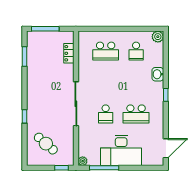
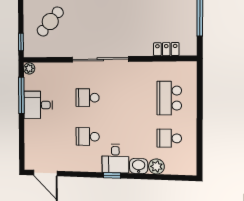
plant: (158, 37) -> (156, 166), moved
desk: (153, 92) -> (115, 158), added
school desk: (136, 114) -> (88, 137), width x0.54
desk: (121, 150) -> (38, 105), width x0.53, depth x0.77

